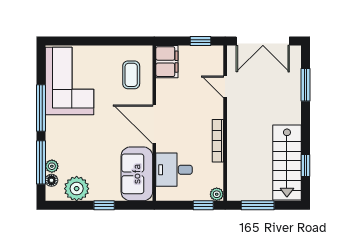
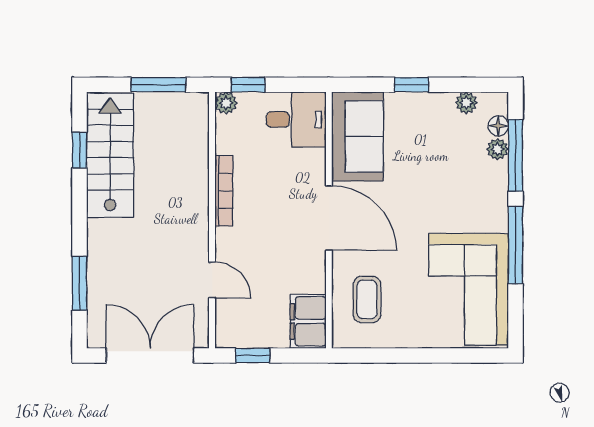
desk: (174, 170) -> (296, 119), moved
plant: (77, 189) -> (466, 103), width x0.53, depth x0.53

